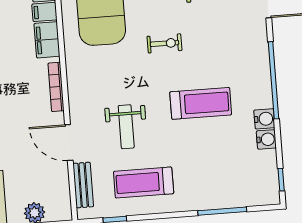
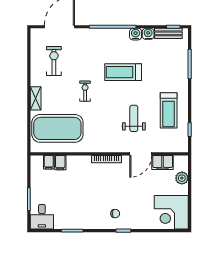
filing cabinet: (47, 40) -> (163, 162), moved
treadmill: (201, 103) -> (123, 72), turned -90
weight bench: (126, 127) -> (134, 118), turned -90
bench: (83, 185) -> (168, 33), moved

